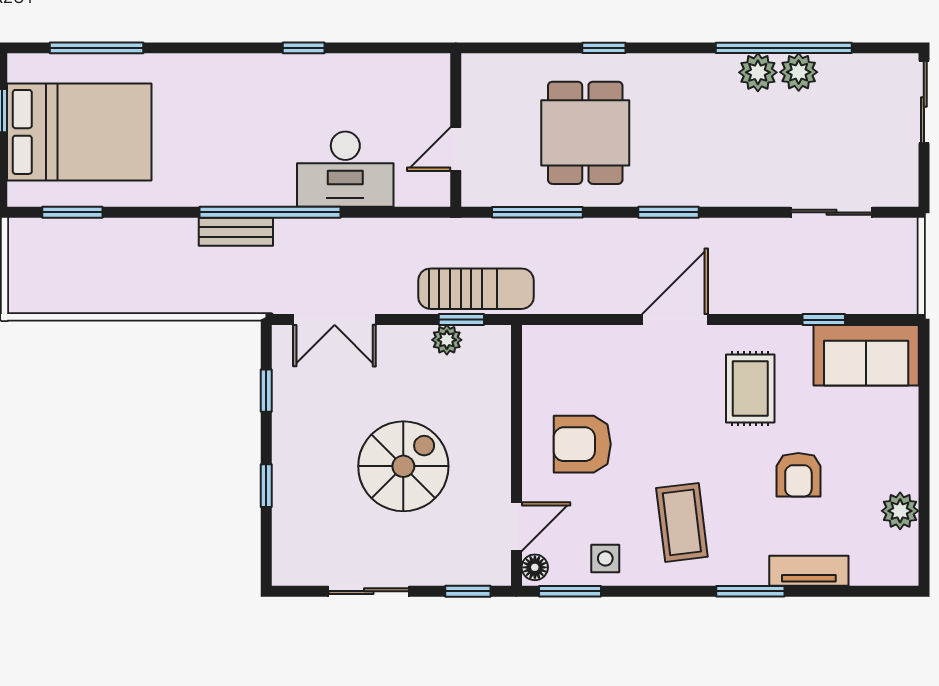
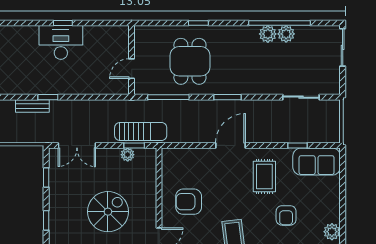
desk: (345, 169) -> (61, 42), moved, turned 180
window: (270, 212) -> (48, 97), width x0.32

